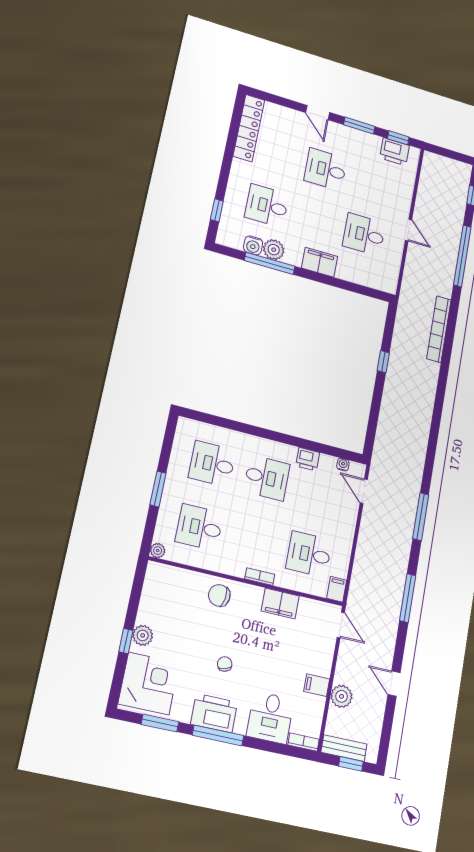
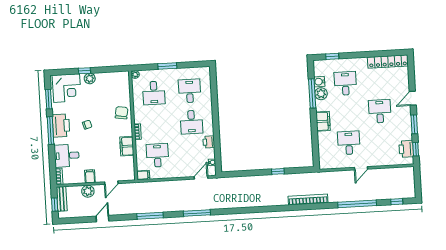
desk: (199, 527) -> (154, 93), turned 180
door: (341, 625) -> (111, 183), moved

